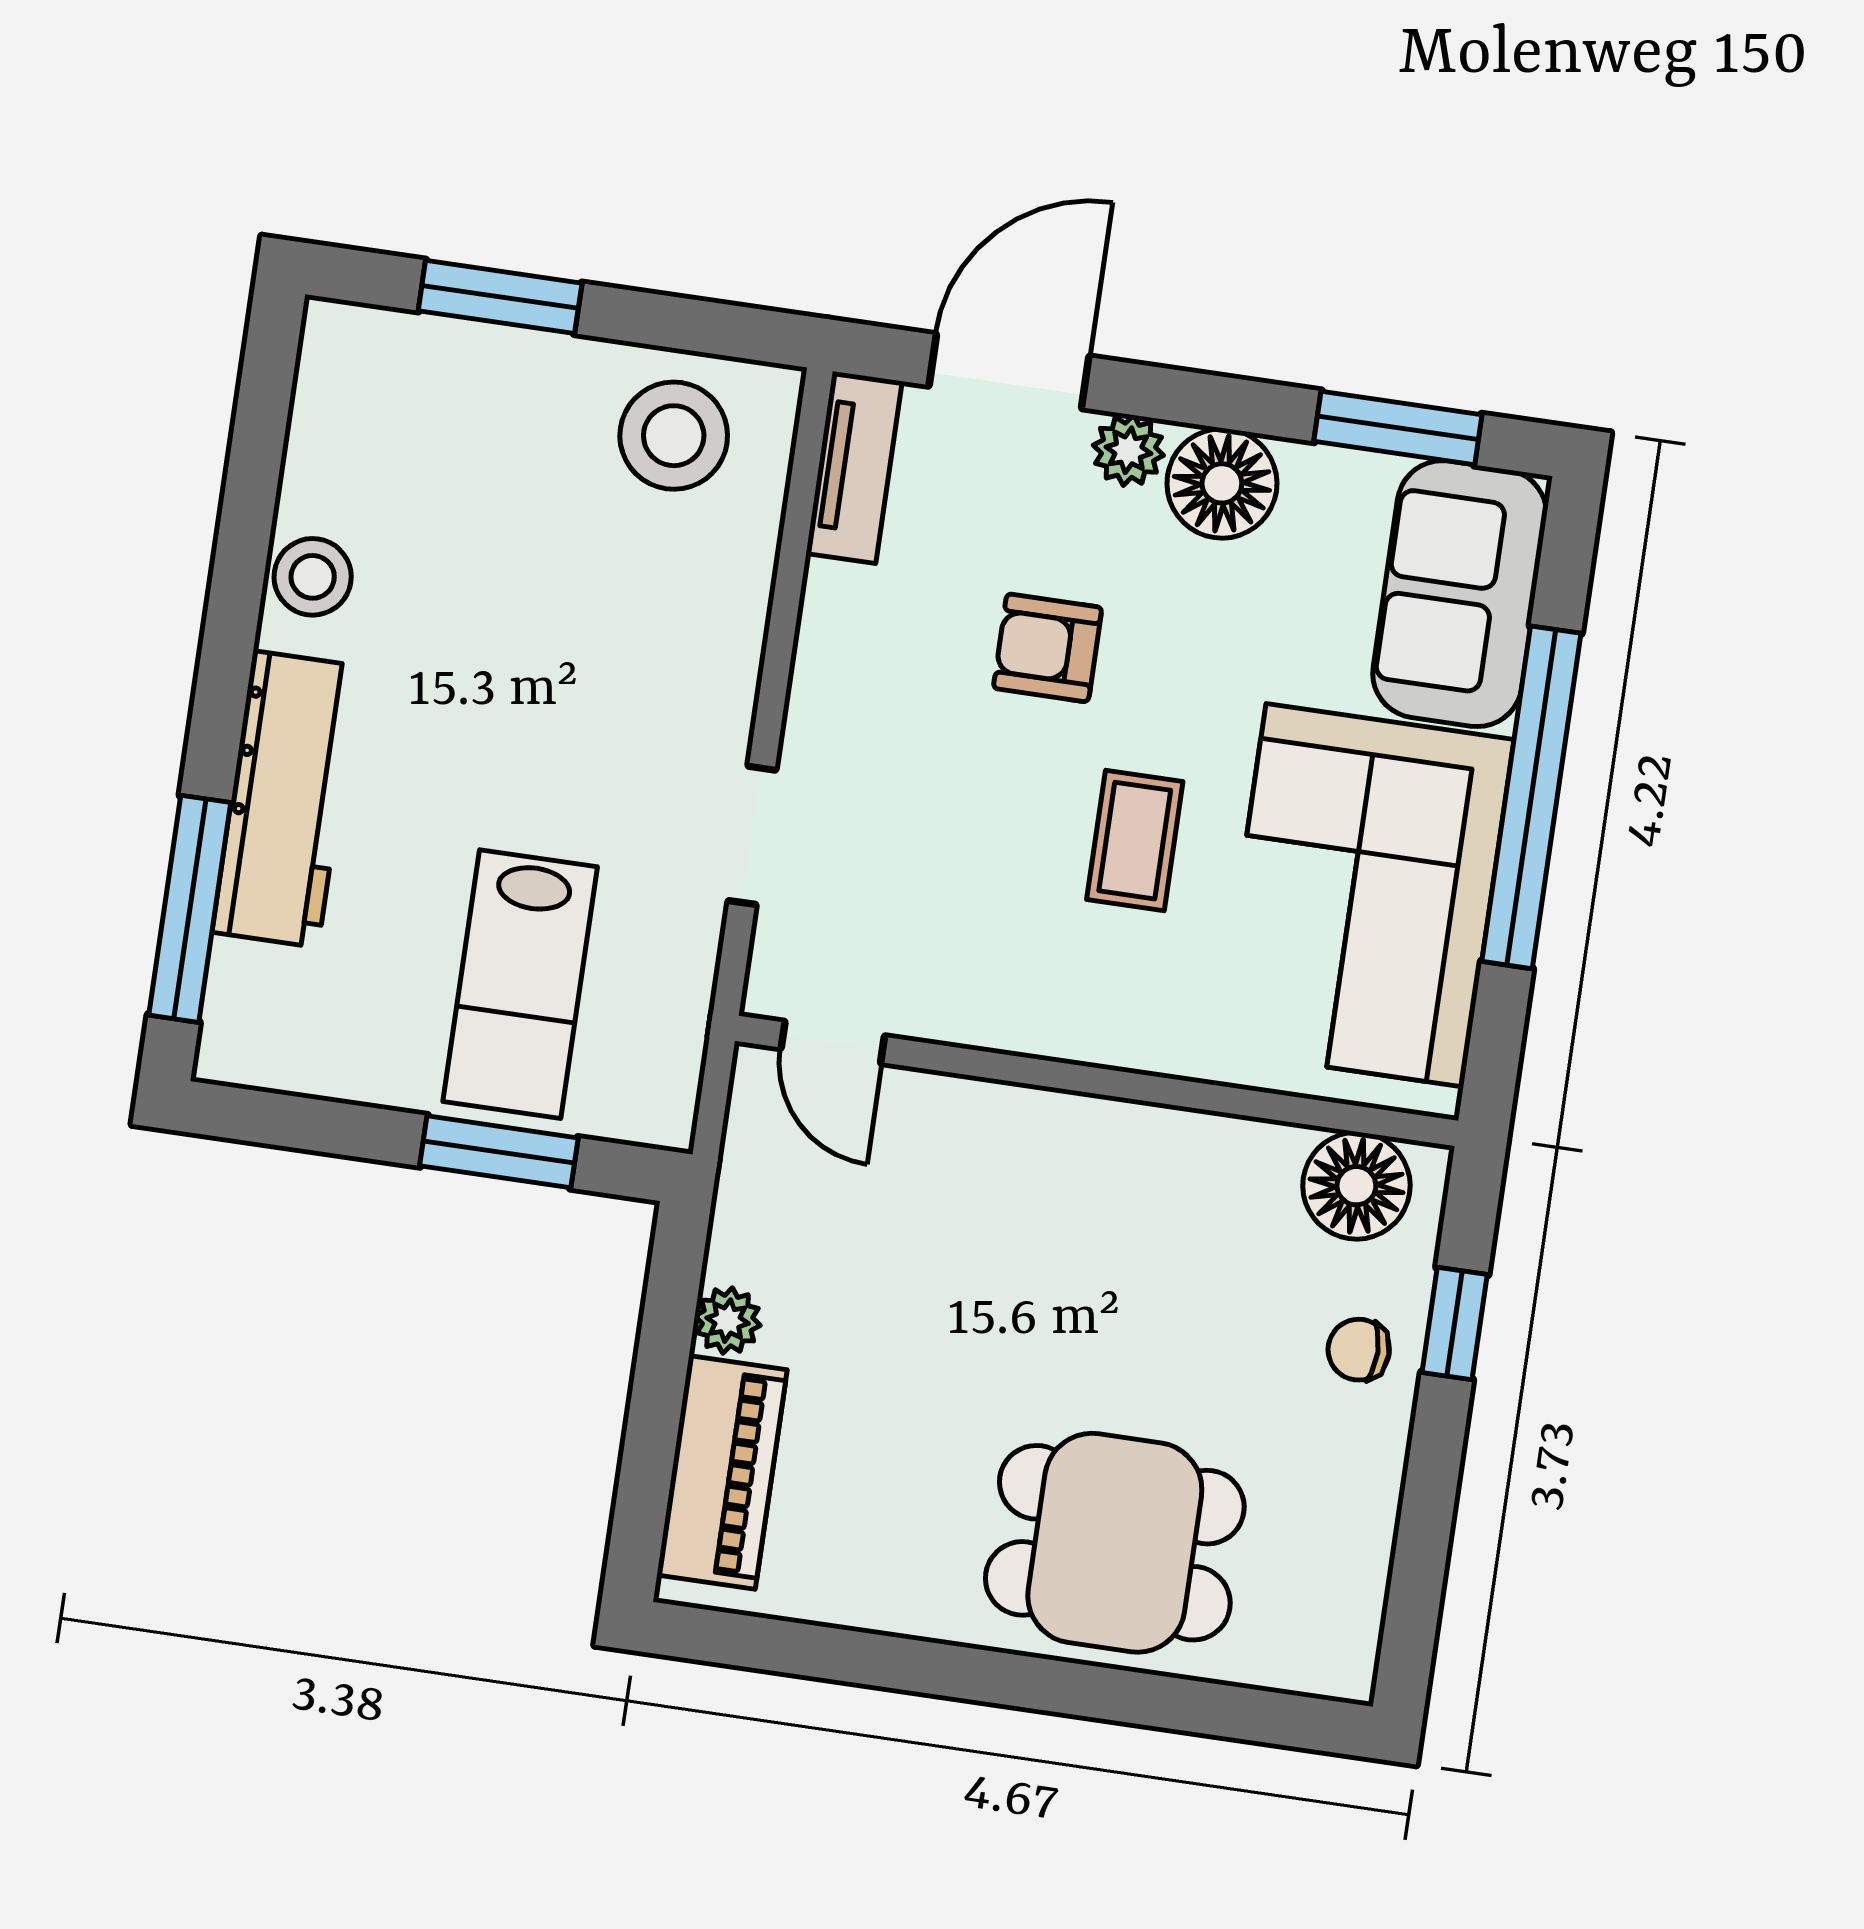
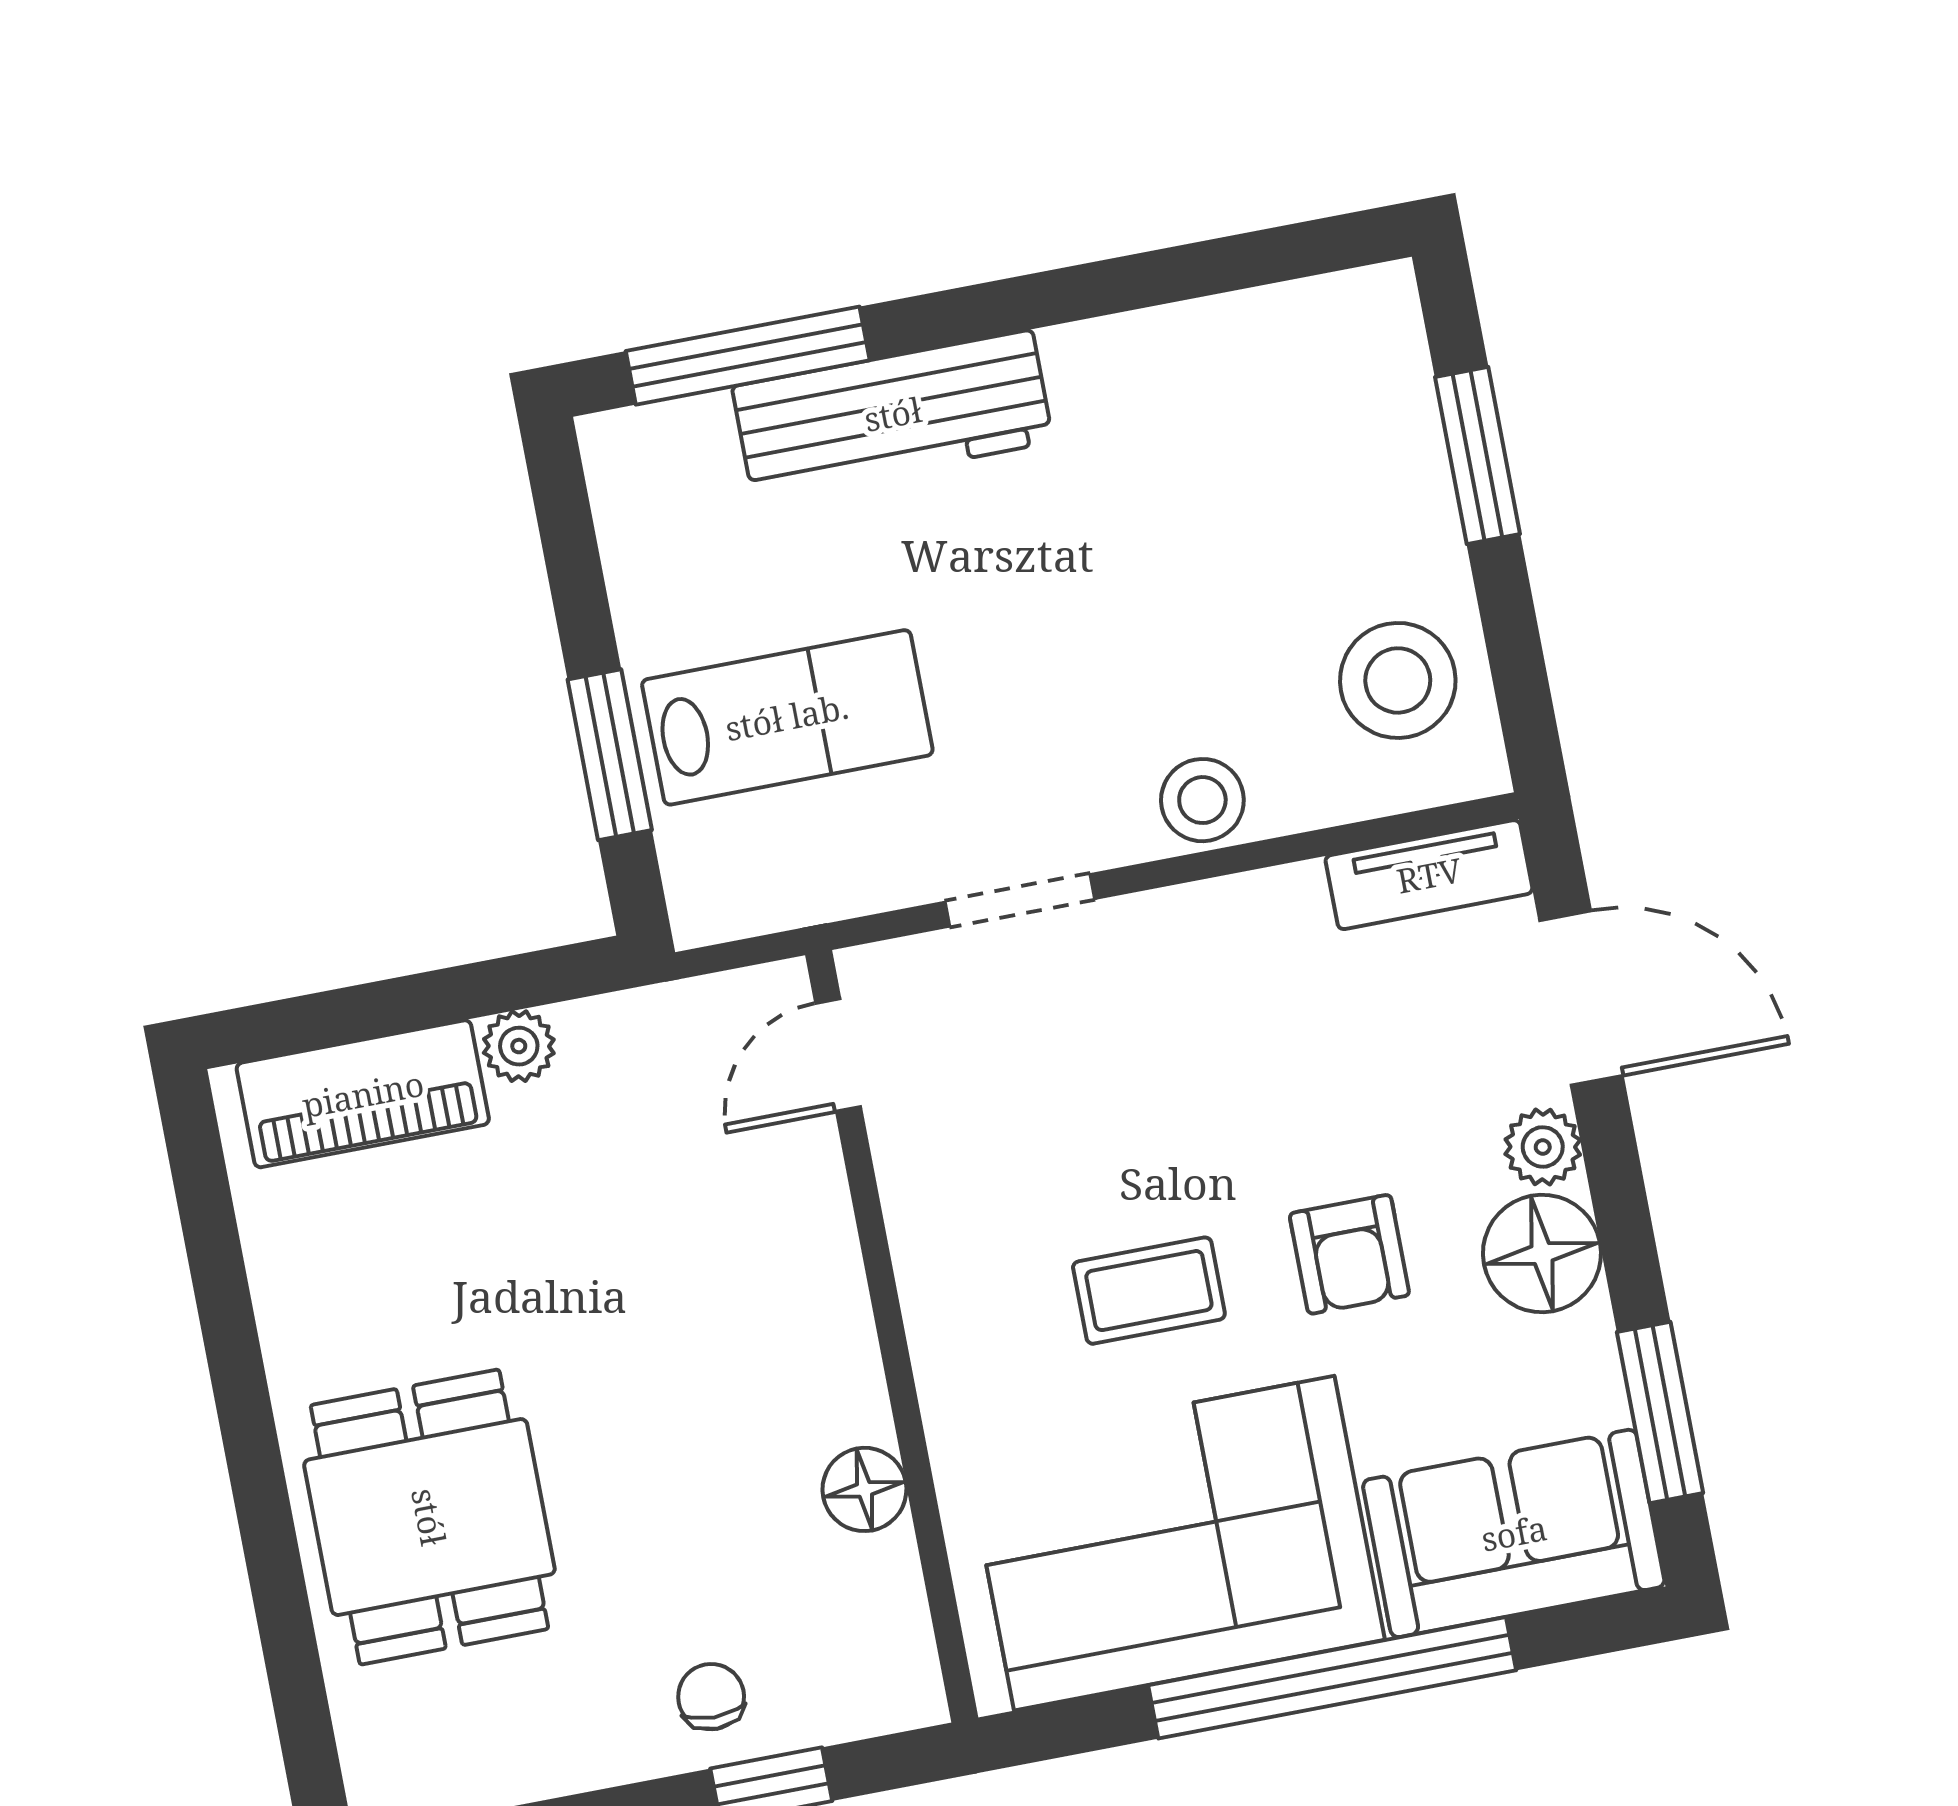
stool: (313, 577) -> (1202, 800), moved
armchair: (1048, 648) -> (1349, 1254), moved, turned 180
lab bench: (520, 984) -> (787, 717), turned 180
floor lamp: (1356, 1186) -> (864, 1489), moved, width x0.73, depth x0.73

